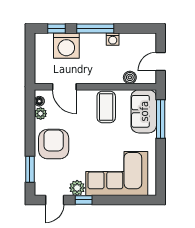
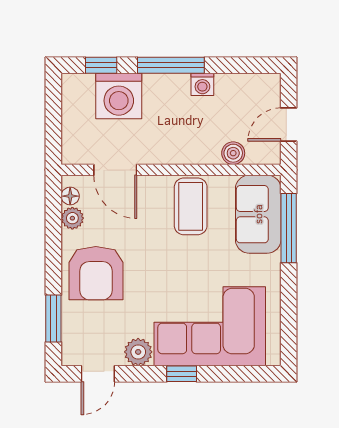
armchair: (54, 144) -> (96, 273), turned 180
window: (84, 200) -> (182, 374), moved

